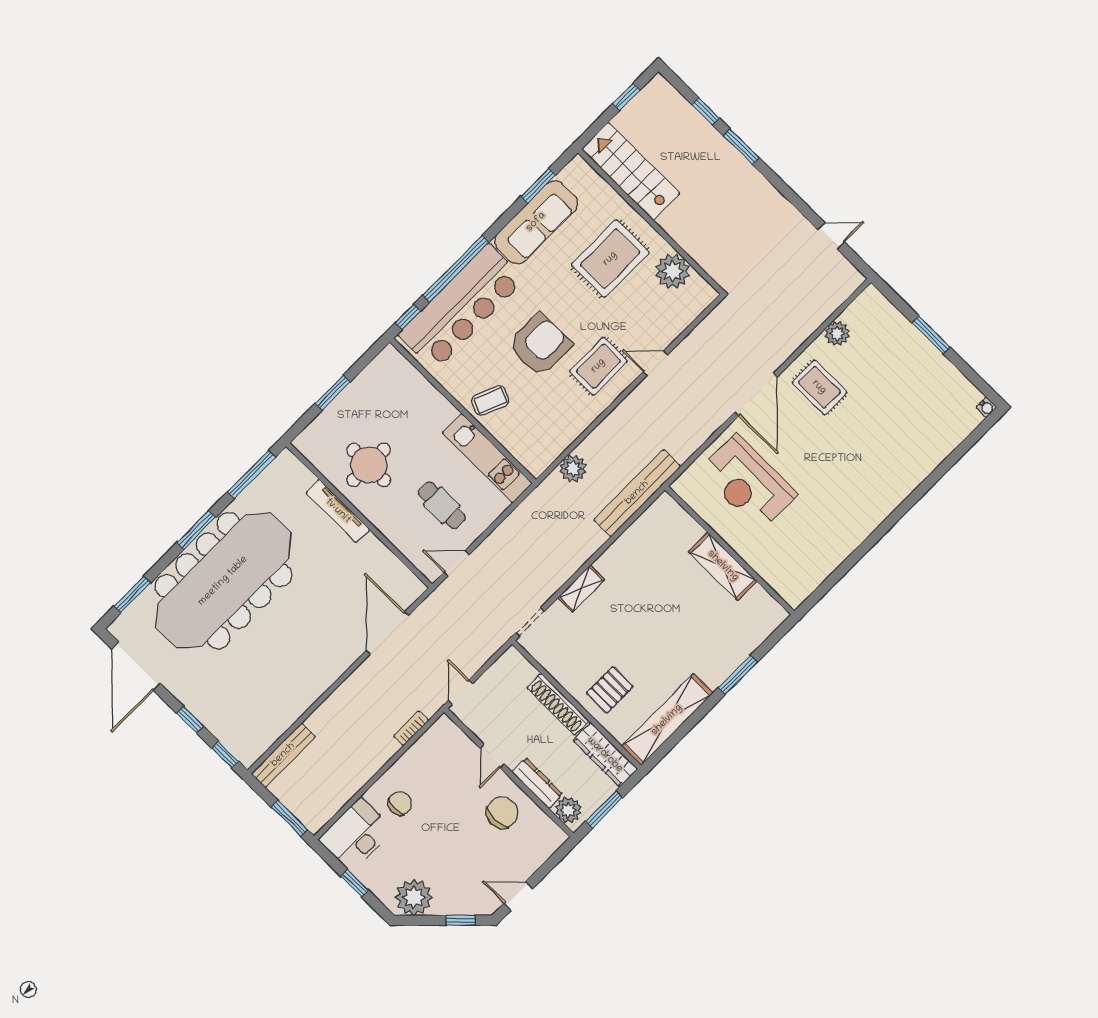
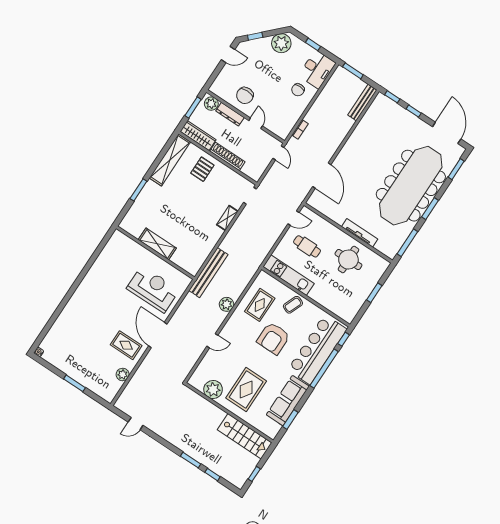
rug: (598, 366) -> (260, 305), moved
plant: (573, 469) -> (227, 304), moved

